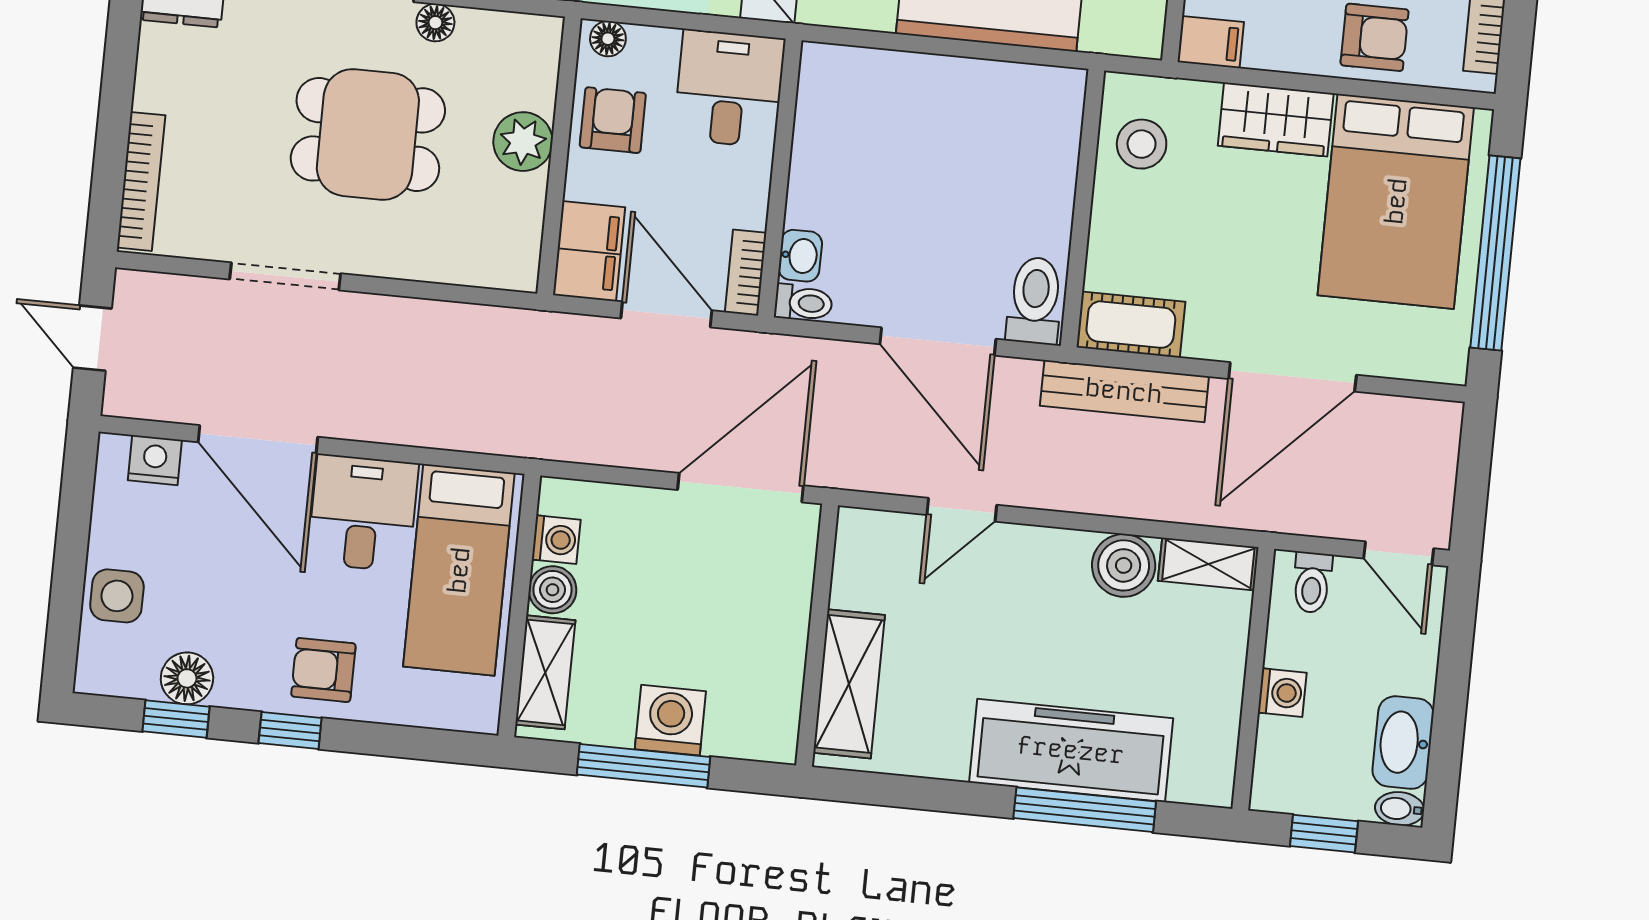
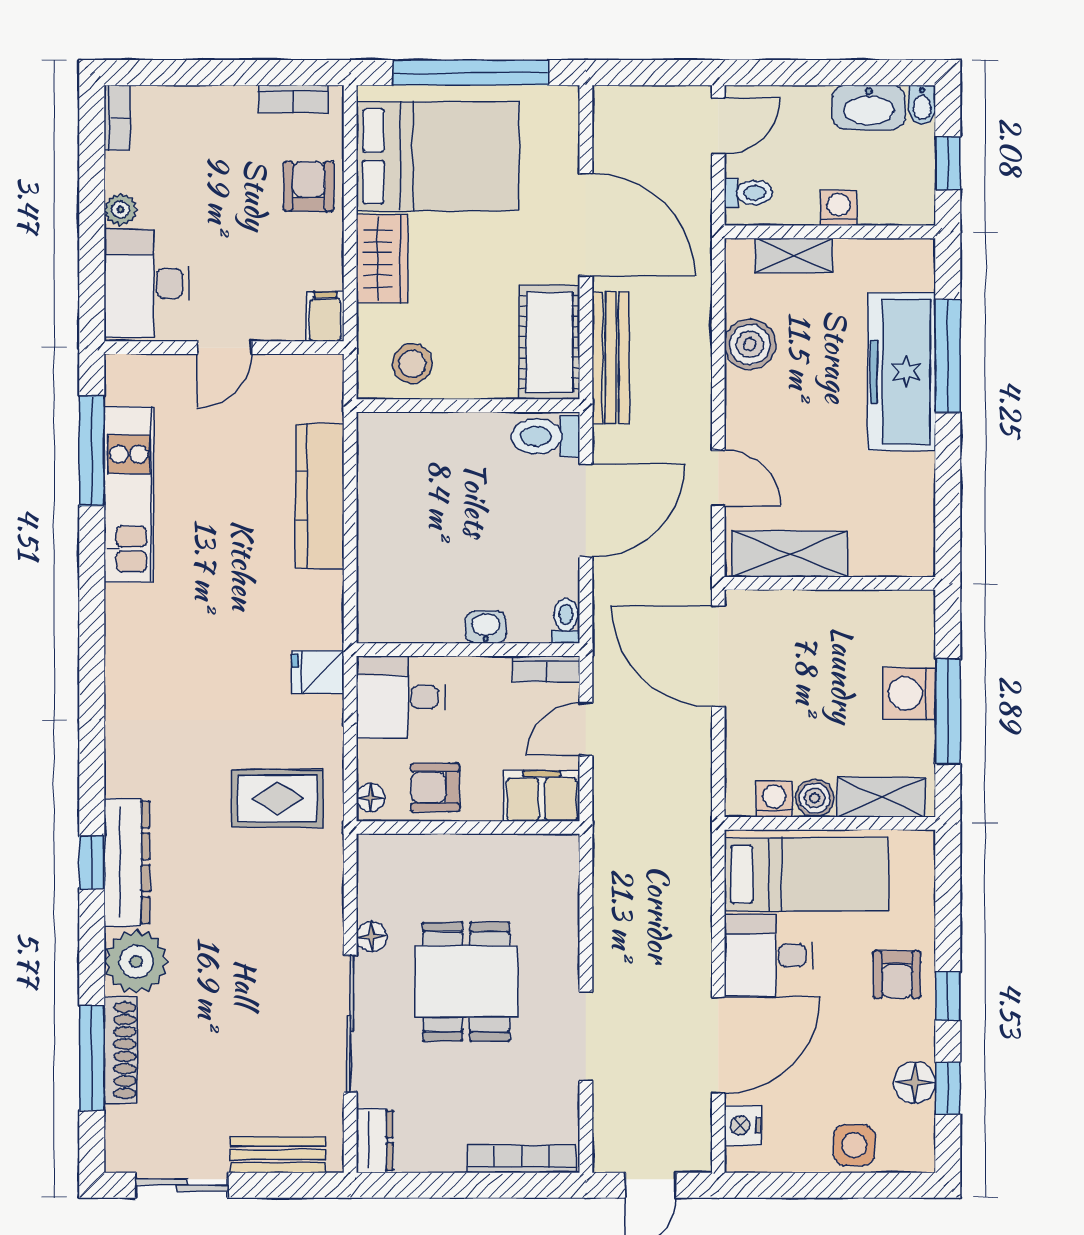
plant: (523, 142) -> (459, 857), removed
washbasin: (800, 256) -> (486, 627), moved
door: (666, 314) -> (586, 729), width x0.73
cot: (1131, 325) -> (549, 342), width x1.37, depth x1.34
shelving: (1208, 564) -> (794, 256), moved, turned 90
shelving: (849, 684) -> (790, 554), moved

